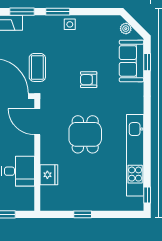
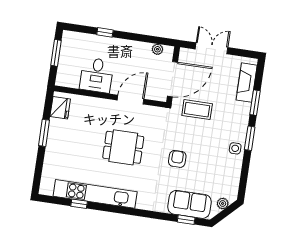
door: (37, 122) -> (131, 100), moved
fridge: (49, 175) -> (60, 108), moved, turned -90
window: (147, 195) -> (79, 204), moved
window: (83, 214) -> (44, 133), width x1.50

